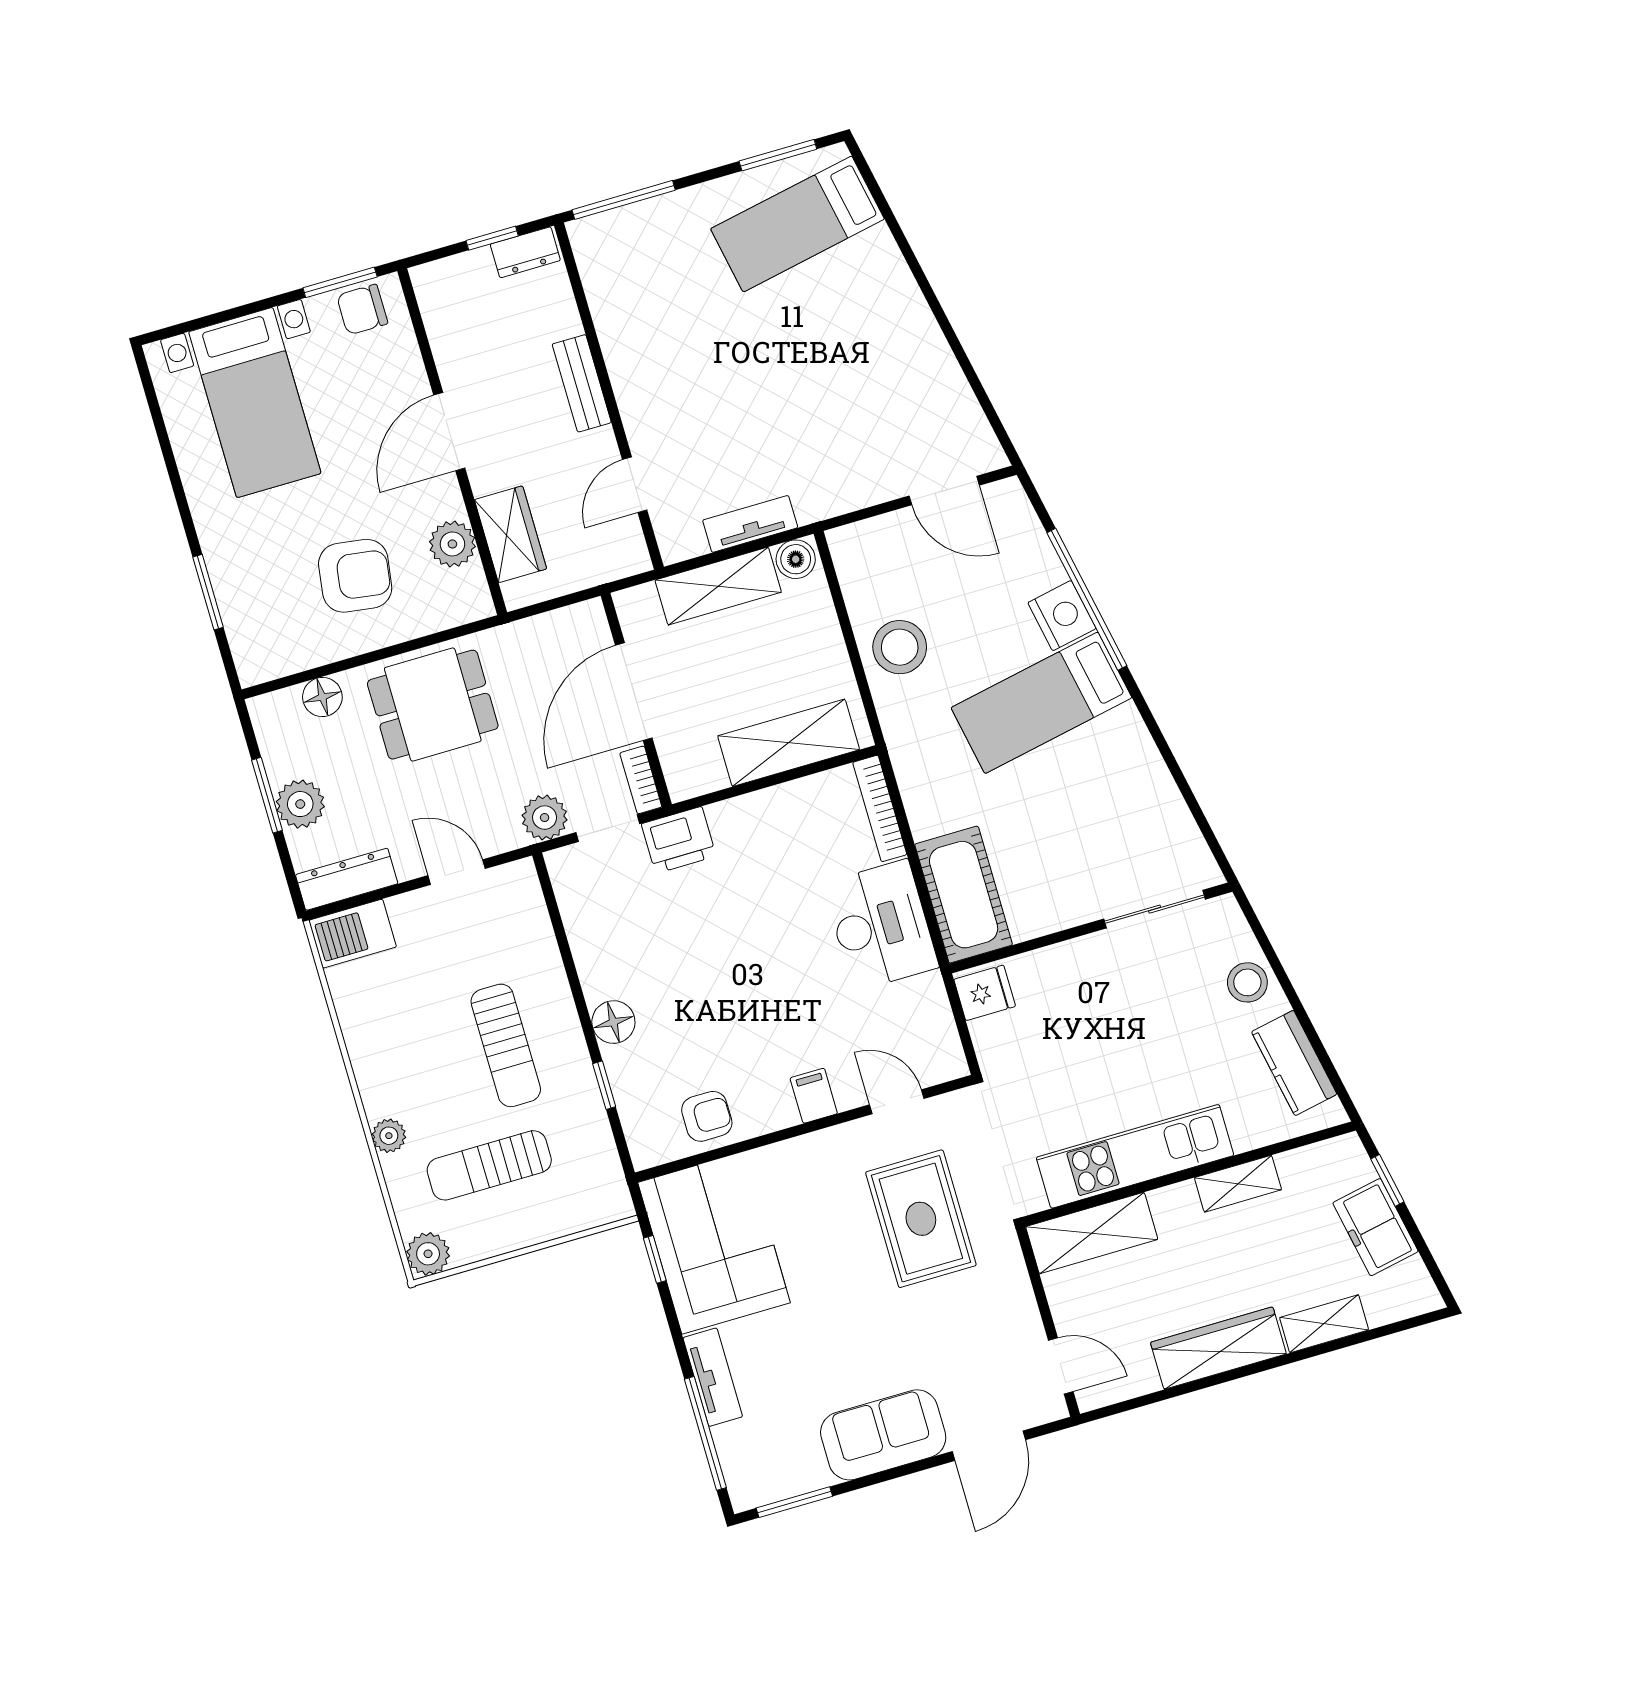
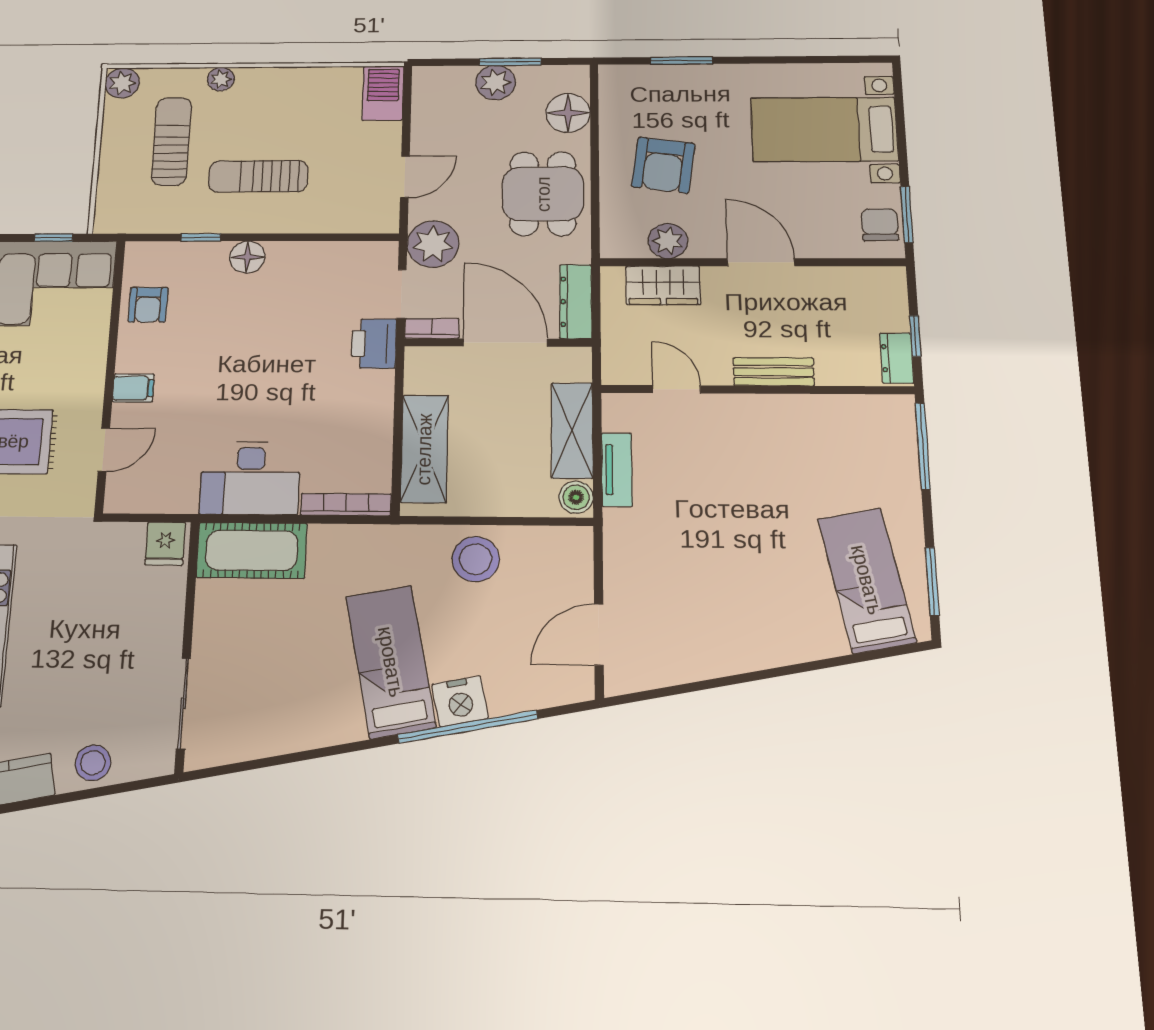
floor lamp: (322, 697) -> (568, 113), width x1.38, depth x1.38
plant: (545, 818) -> (433, 244), width x1.36, depth x1.36
dresser: (347, 879) -> (576, 302), moved, turned 180

